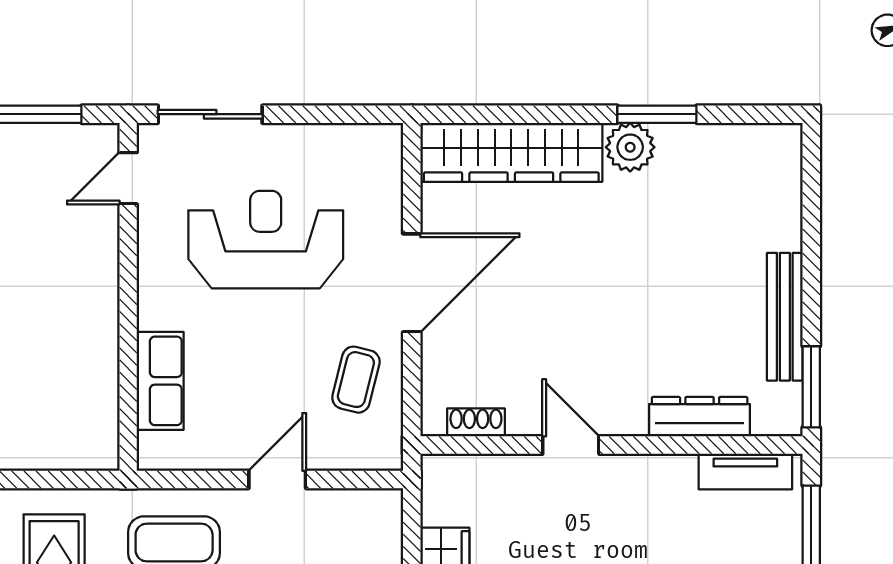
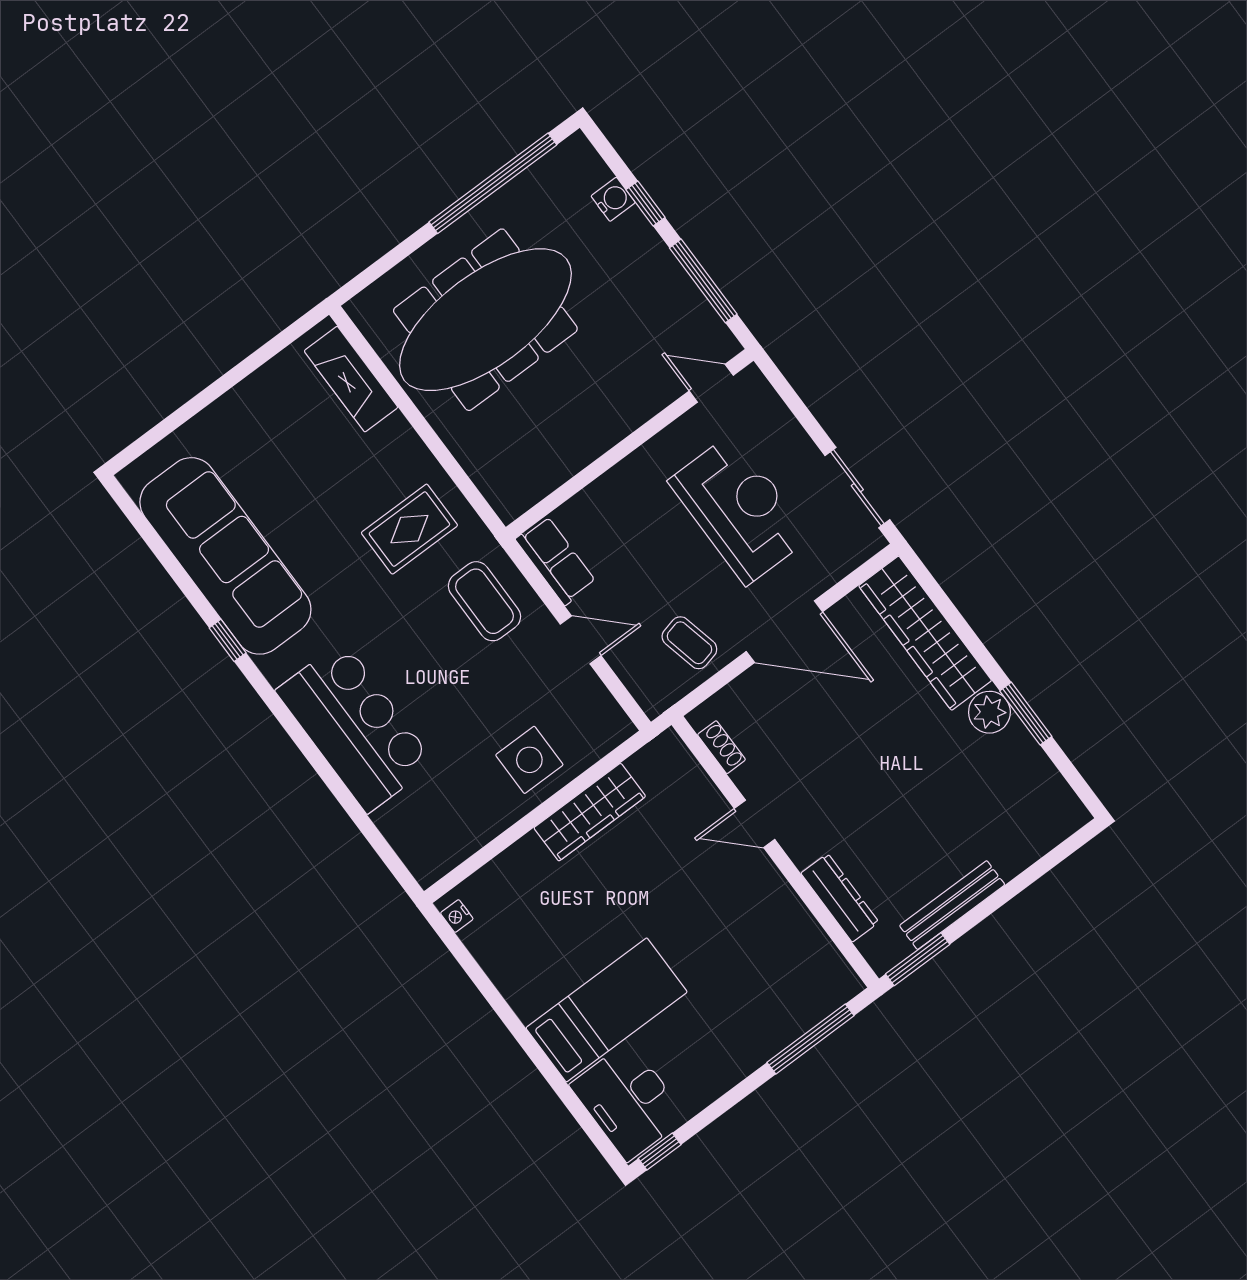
sliding door: (210, 114) -> (857, 488), moved
coffee table: (356, 380) -> (689, 643), turned 63
row of seats: (160, 381) -> (556, 561), moved, turned -90
door: (571, 445) -> (755, 824), swing flipped
tv unit: (745, 471) -> (826, 957), removed

